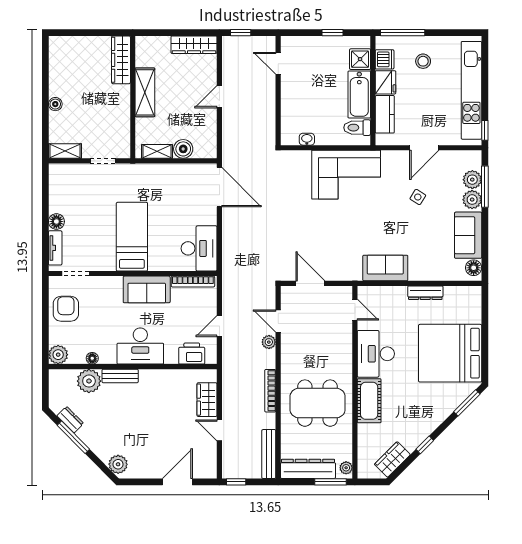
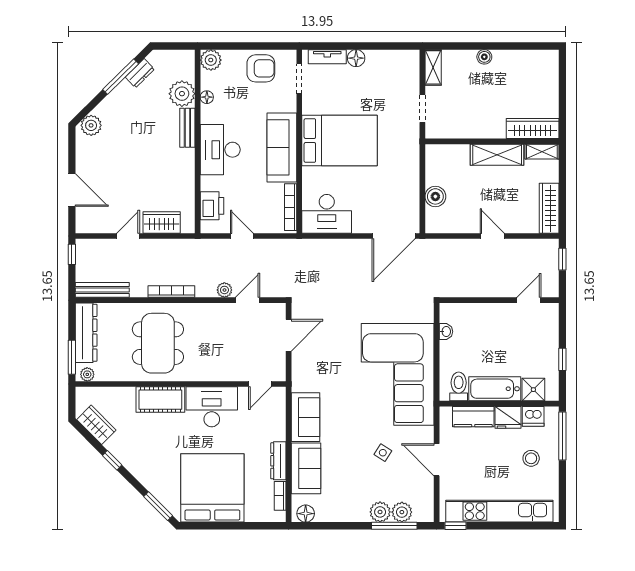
shelving: (157, 151) -> (542, 152), moved, turned 90
corner sofa: (346, 175) -> (398, 374), width x1.36, depth x1.36
sofa: (468, 235) -> (306, 468), moved, turned 90
bed: (132, 237) -> (340, 141), width x1.50
sofa: (147, 289) -> (282, 147), width x1.36
bookcase: (457, 291) -> (280, 496), added

